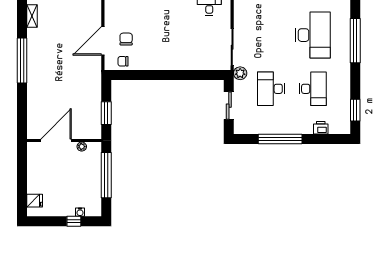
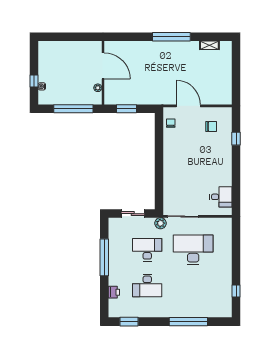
desk: (313, 35) -> (193, 250), moved, turned 180
chair: (126, 39) -> (211, 127), moved
fridge: (35, 201) -> (51, 48), removed

